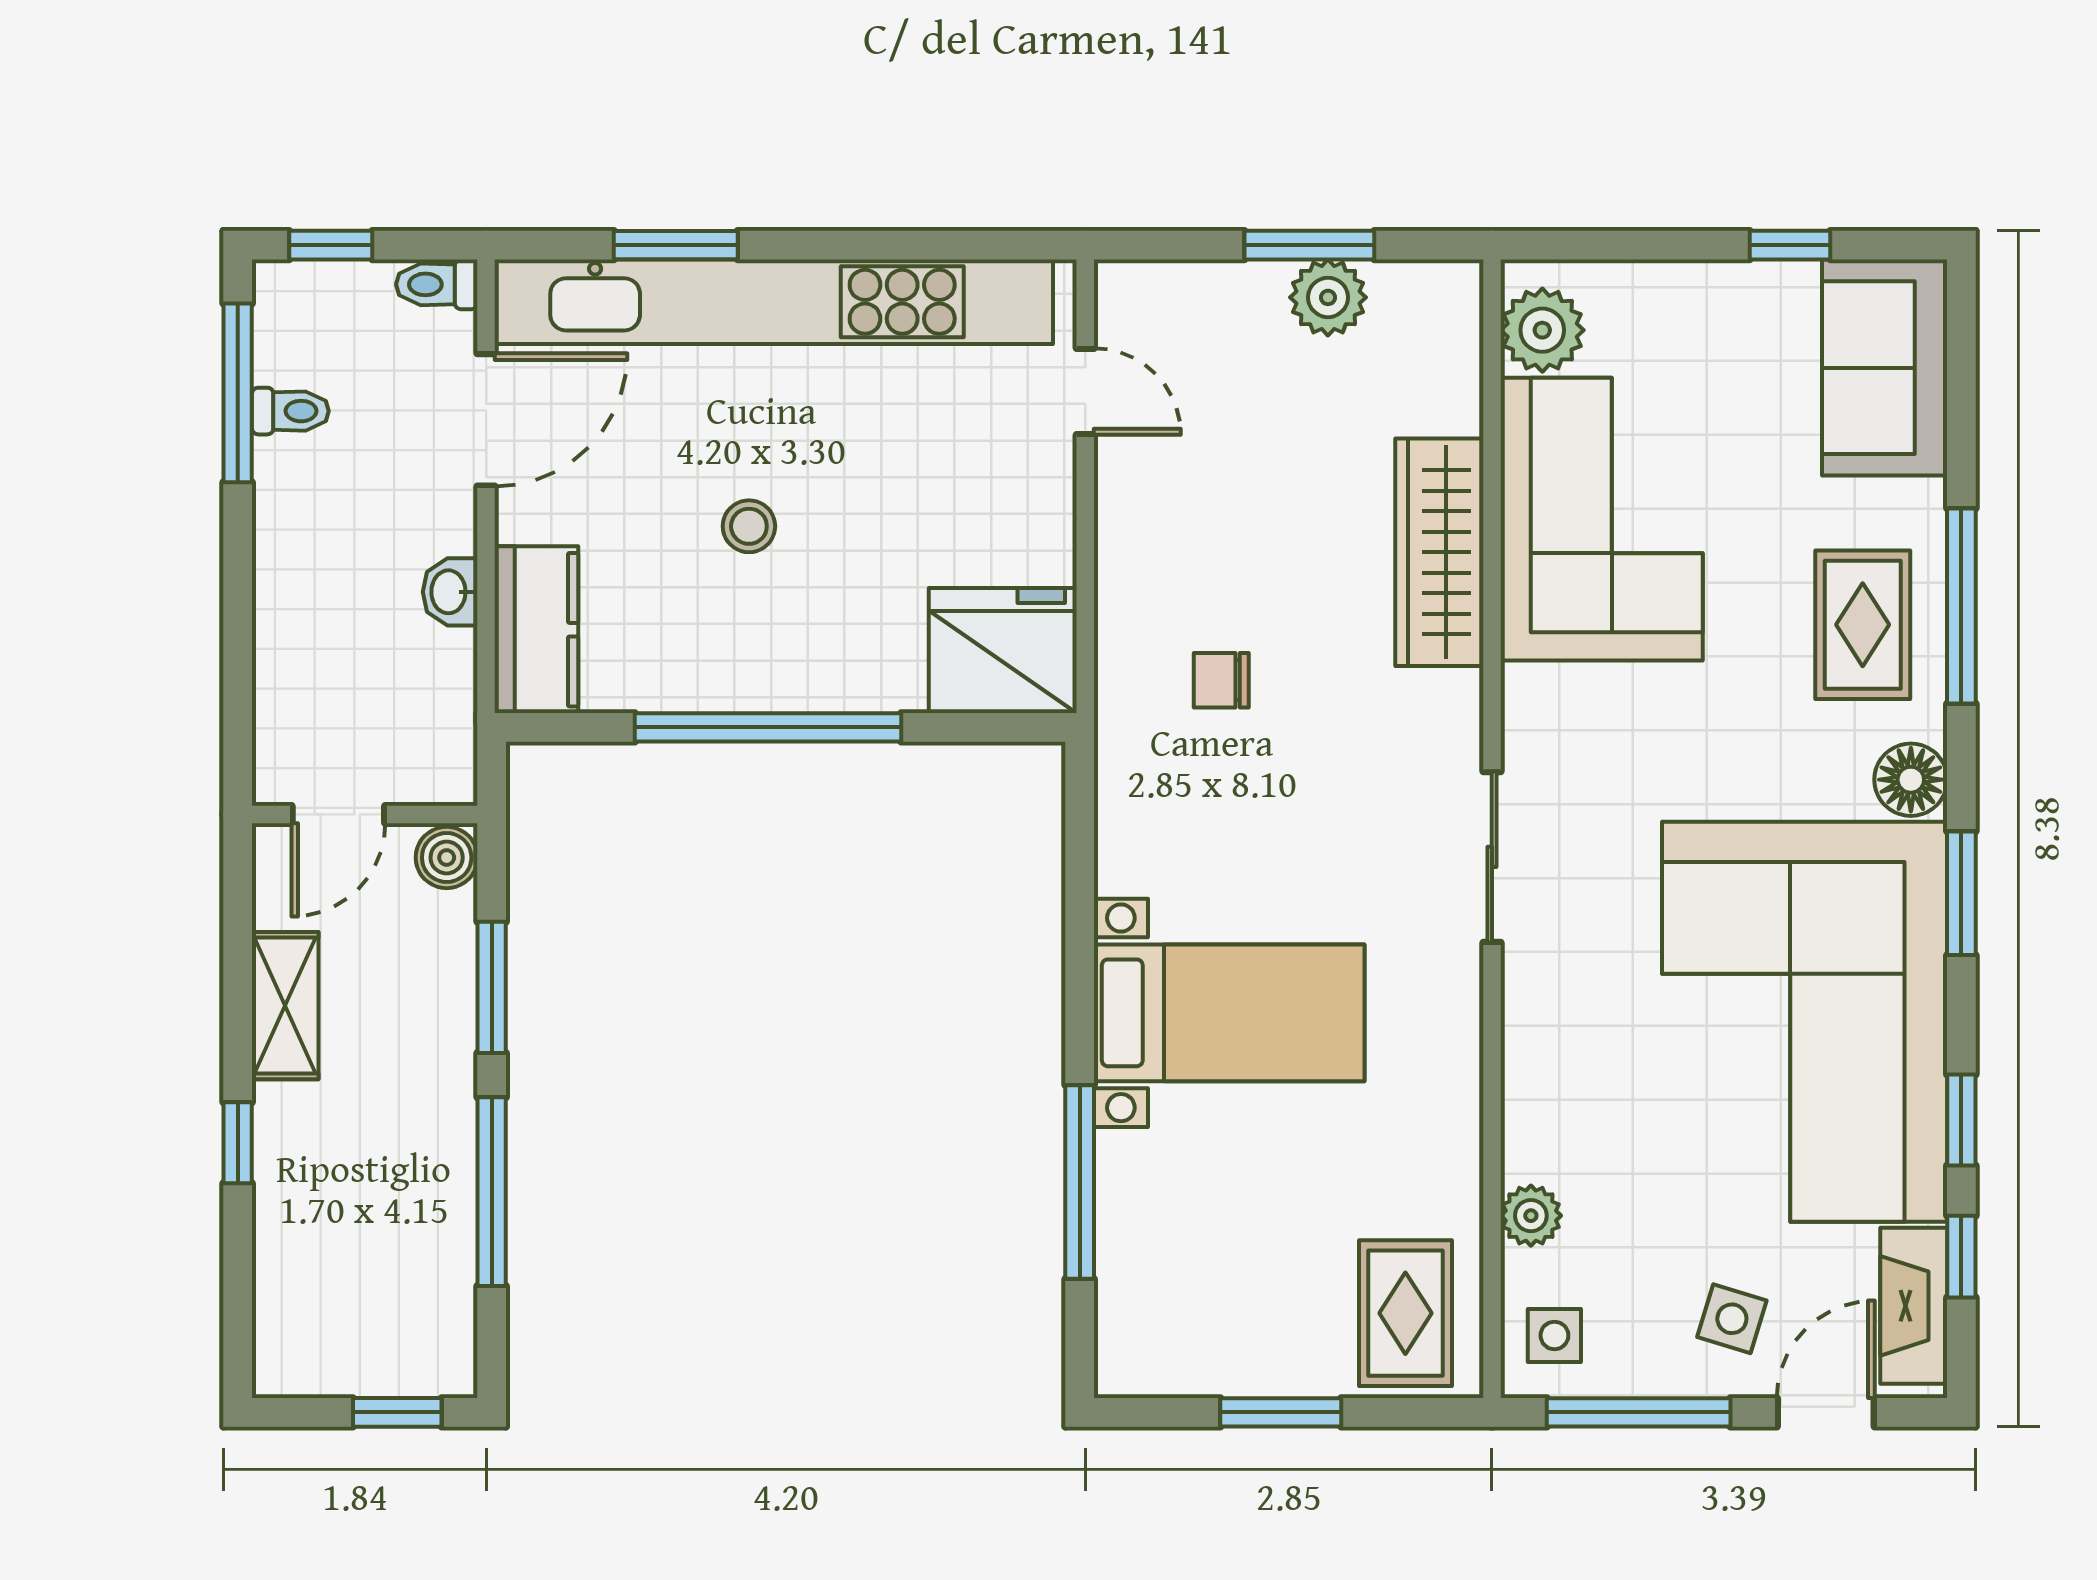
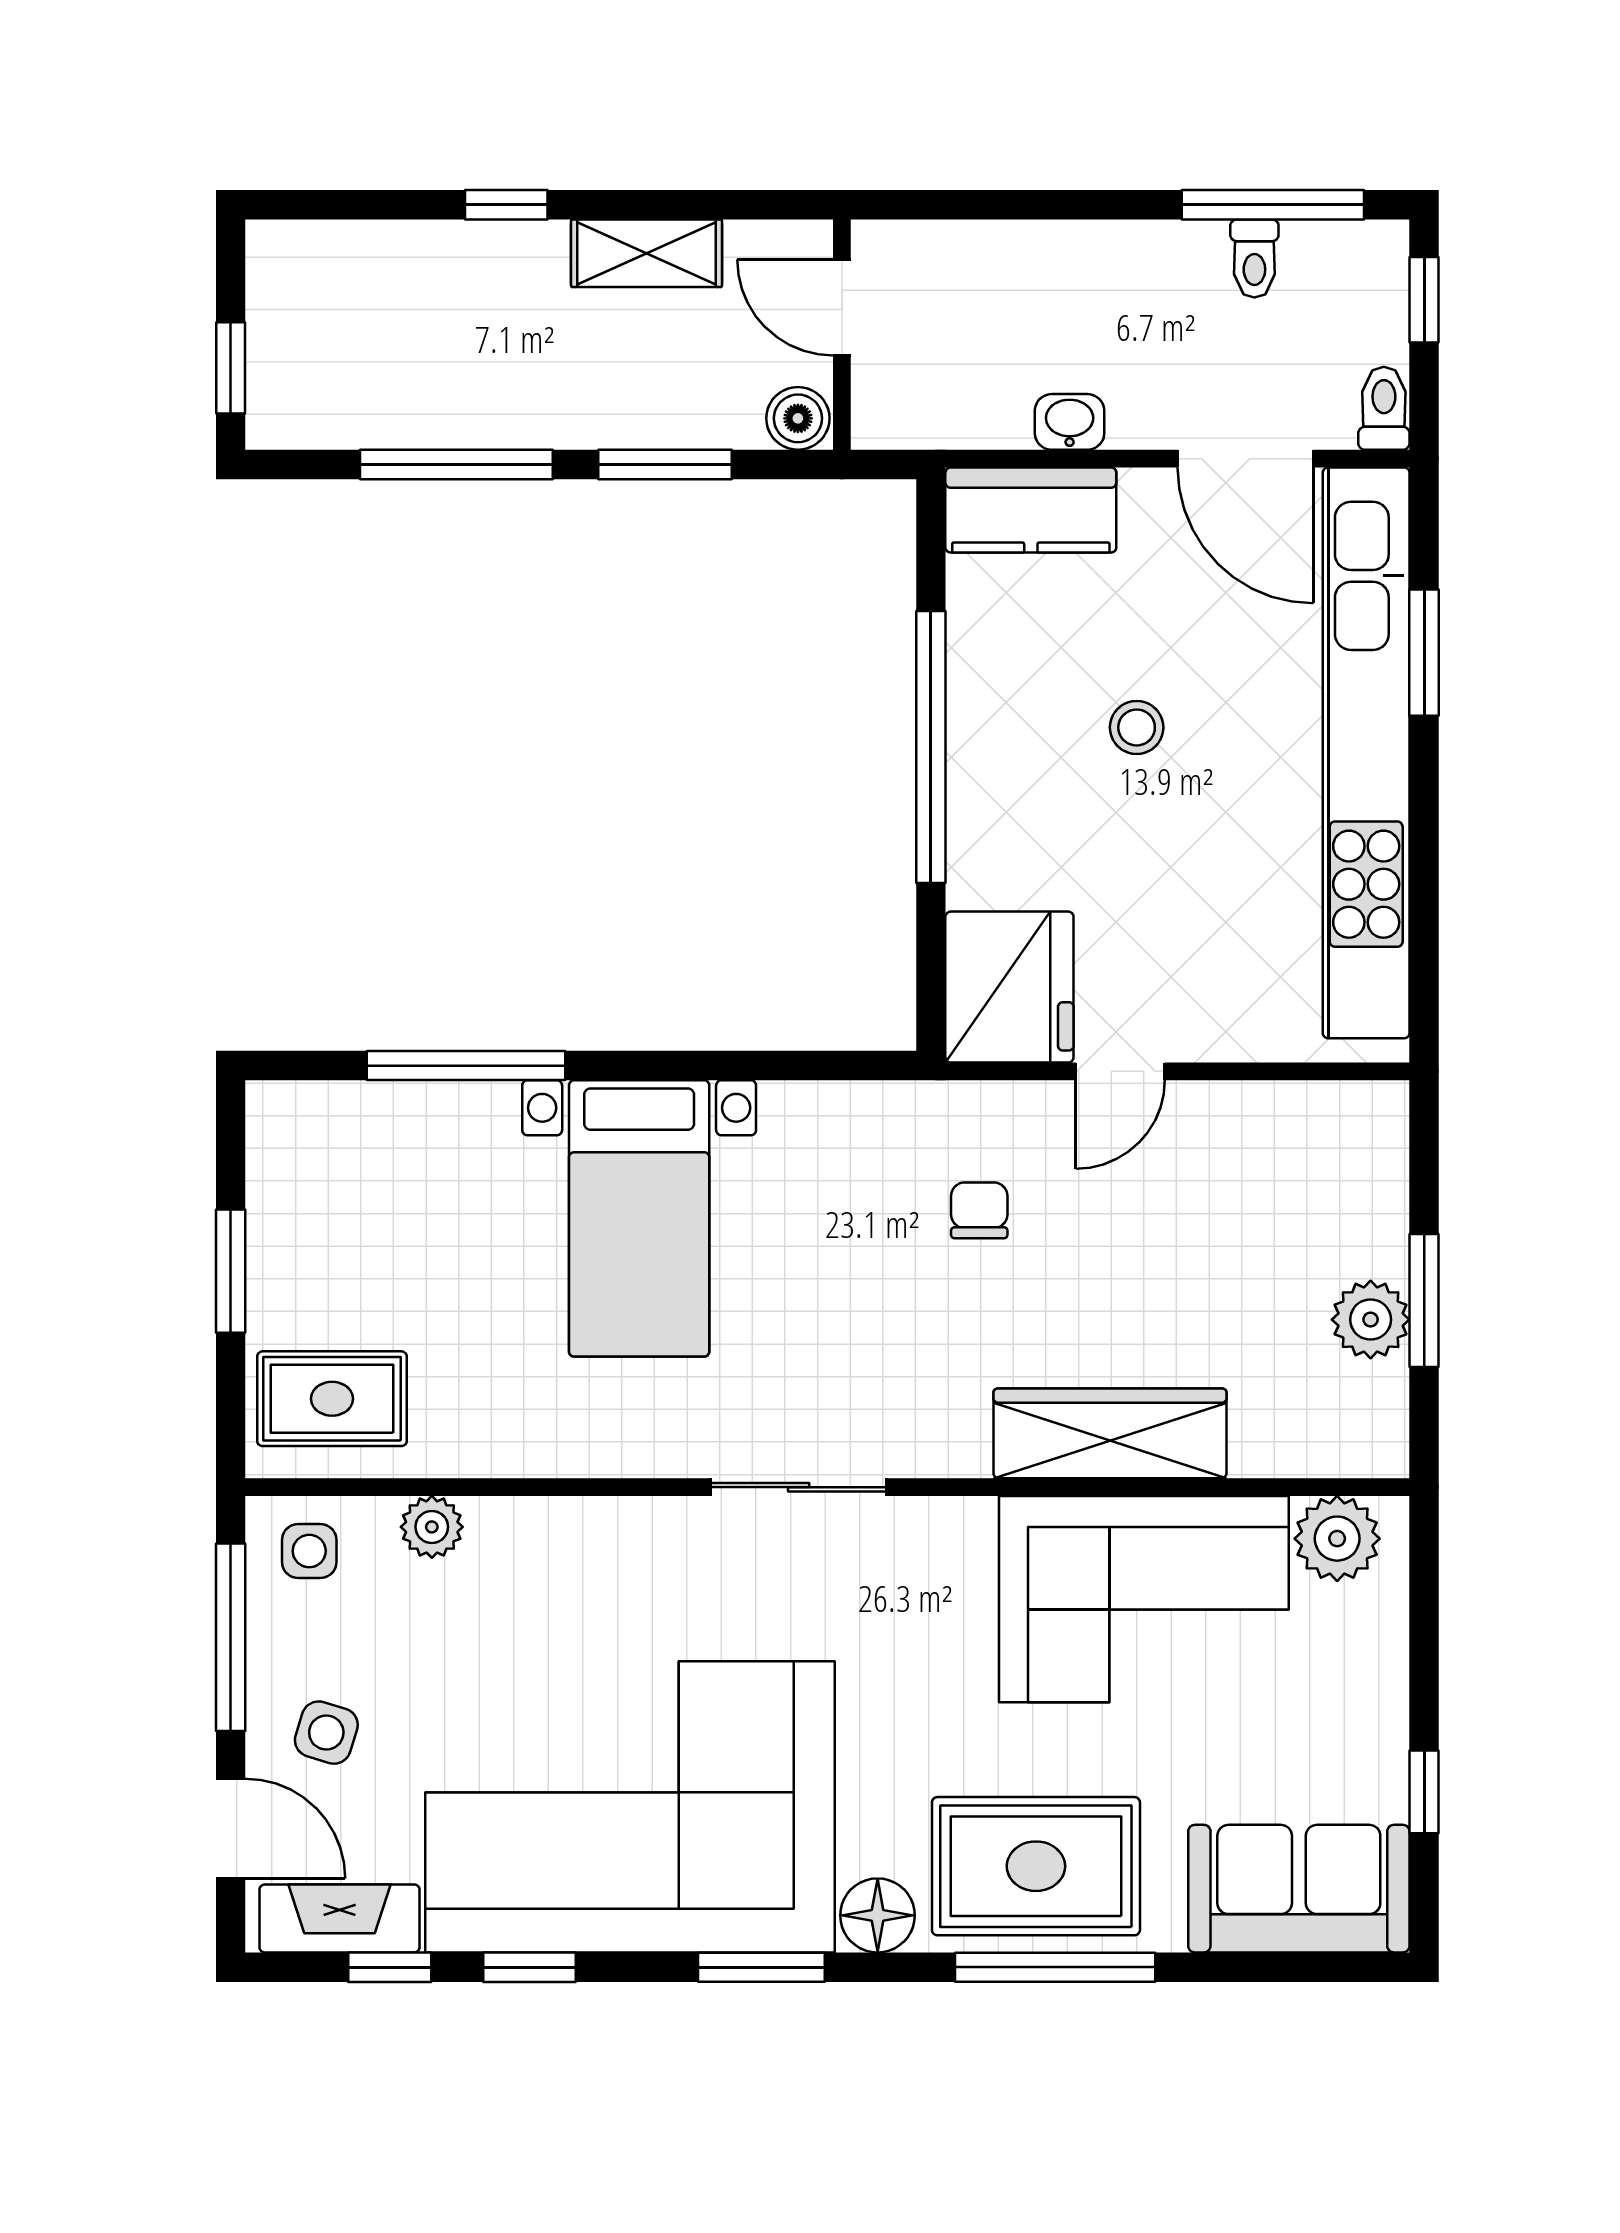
door: (1085, 392) -> (1120, 1071), moved
rug: (1863, 625) -> (1036, 1866), width x1.36, depth x1.43

